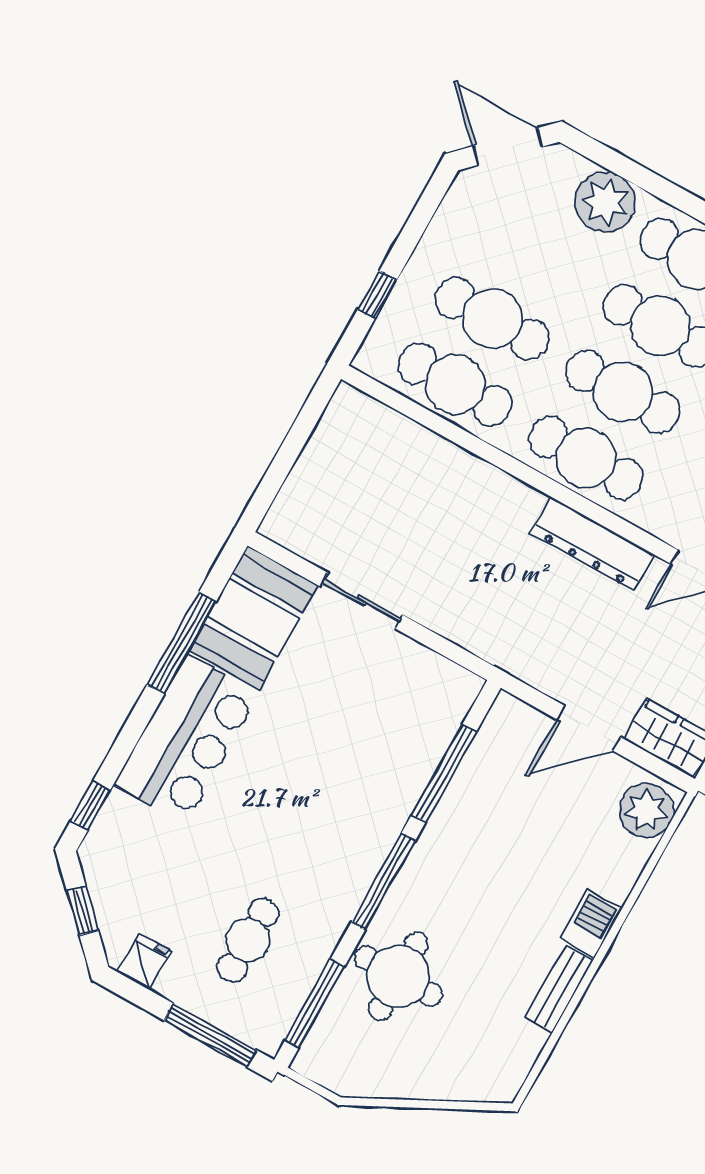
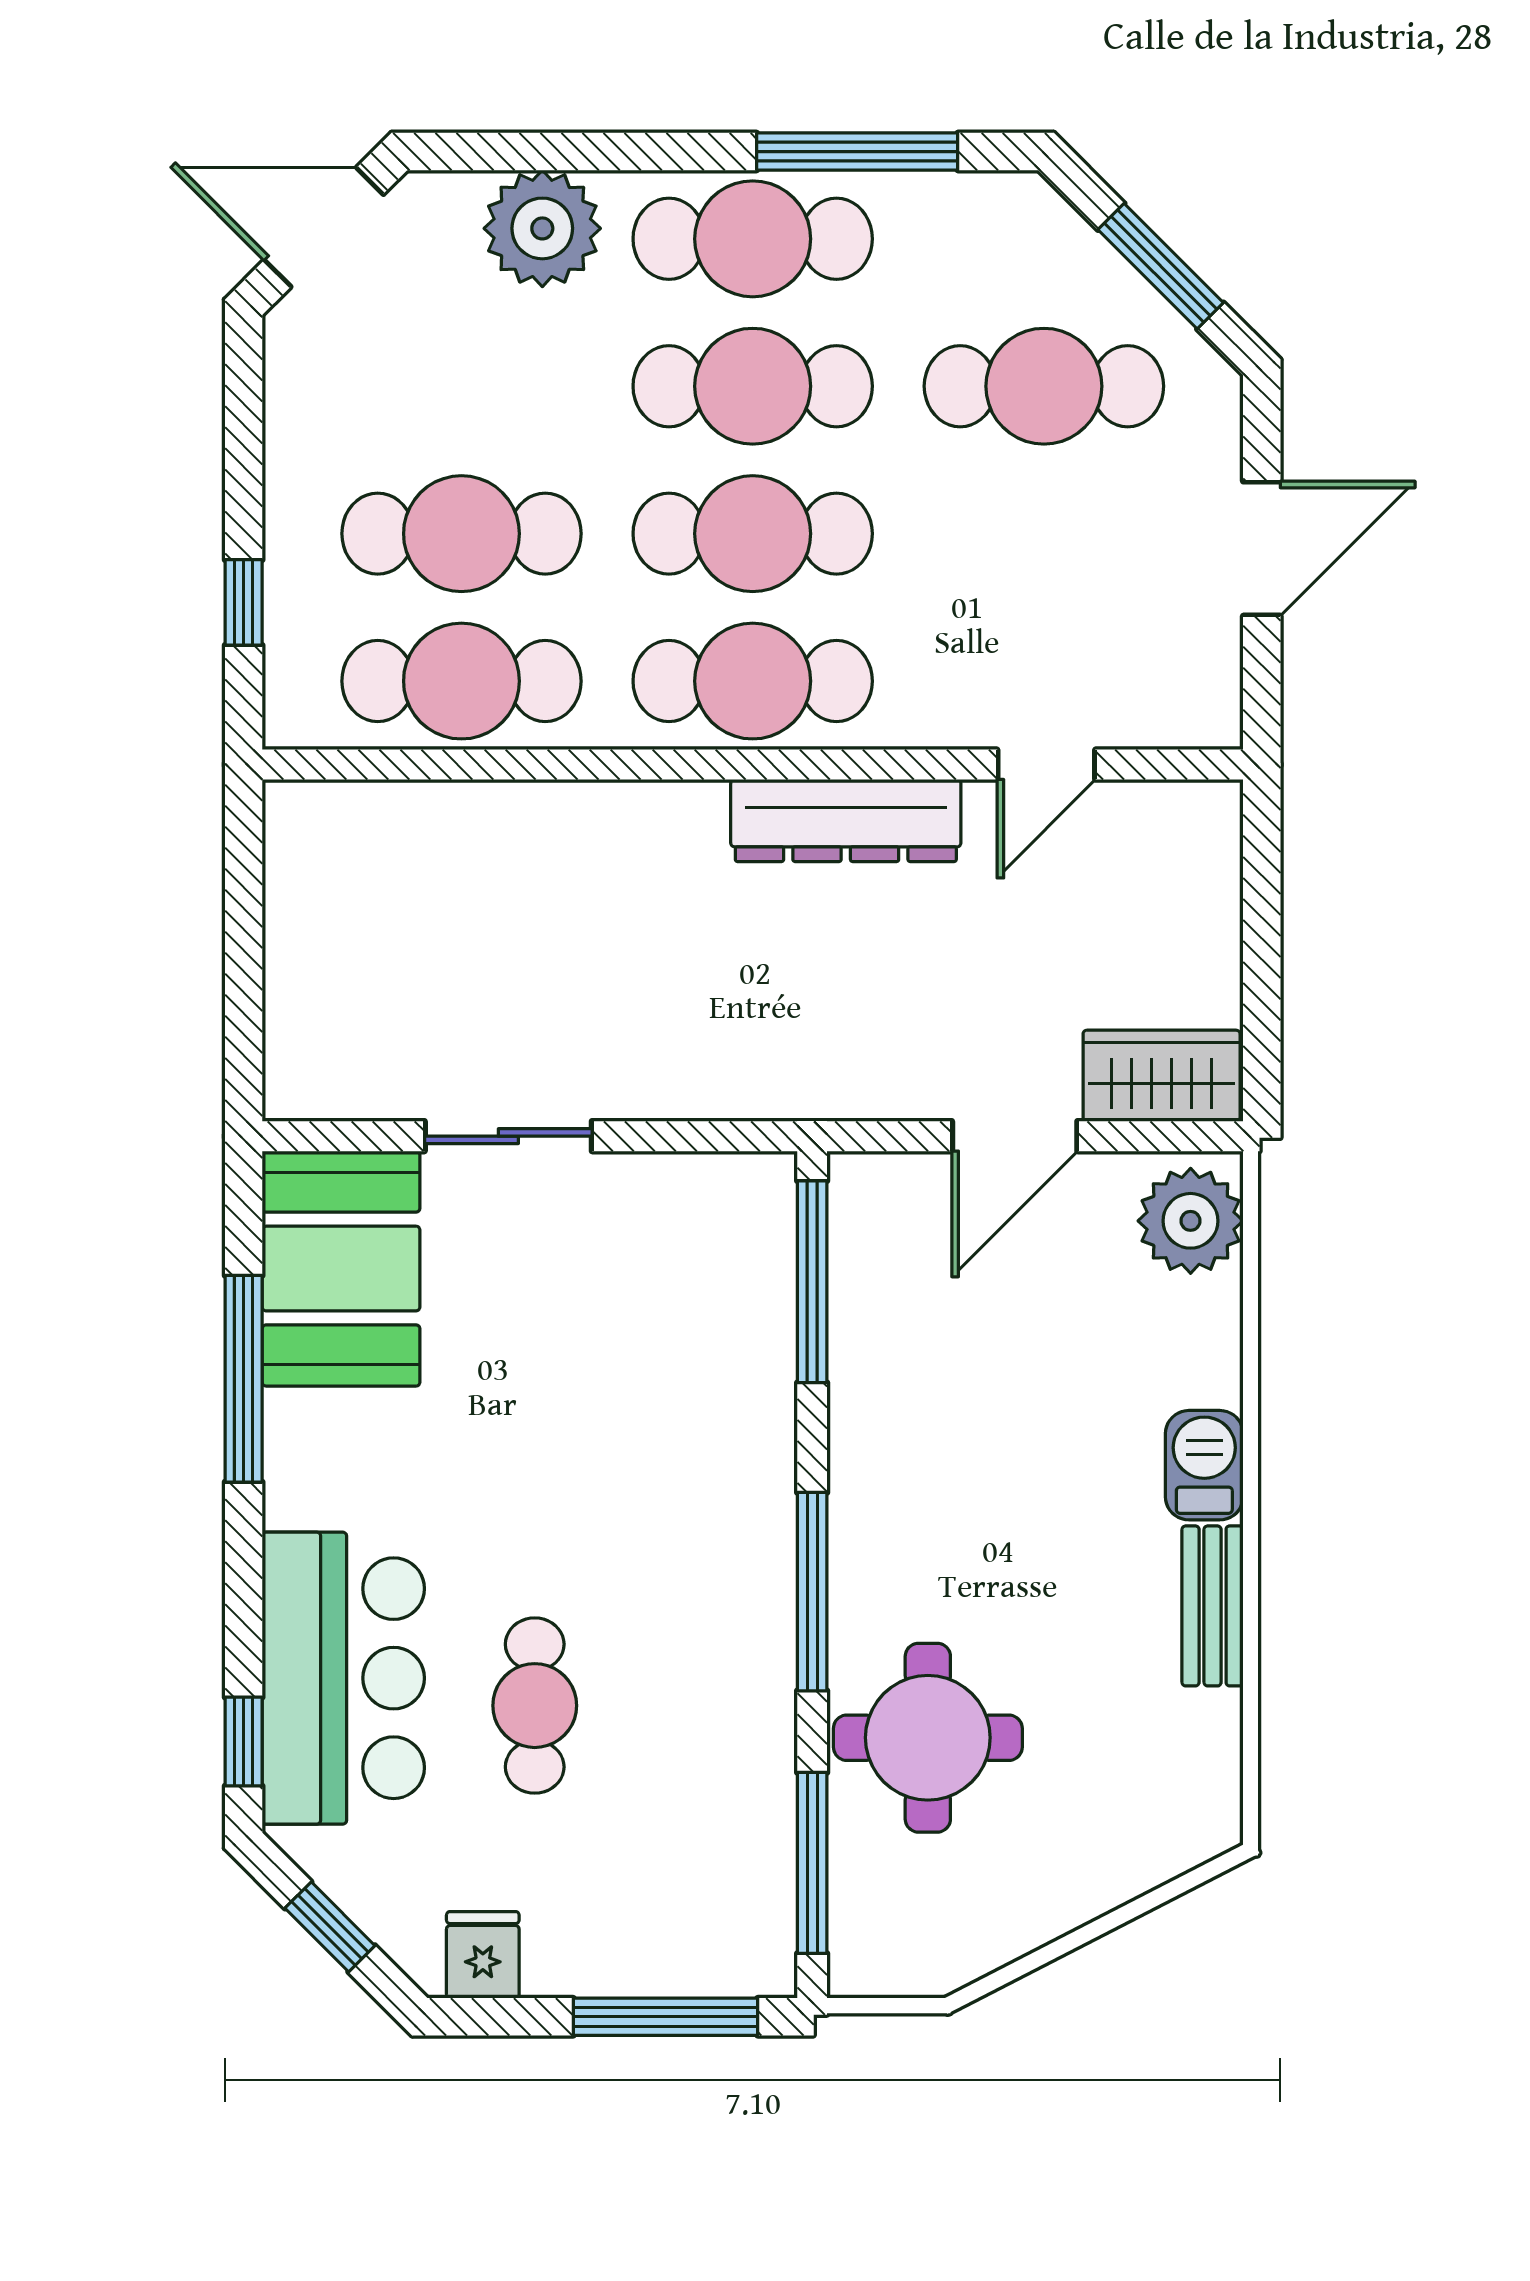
bar counter: (186, 739) -> (343, 1678), moved
window: (444, 773) -> (812, 1282), moved
cafe table: (248, 940) -> (535, 1706), moved

